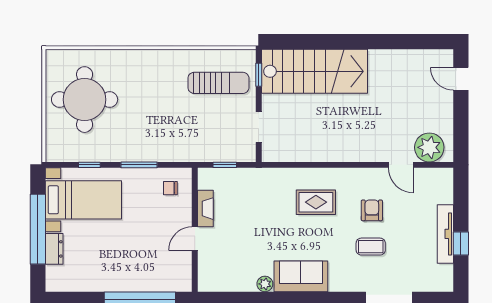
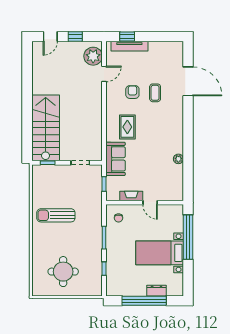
sun lounger: (218, 83) -> (56, 215), moved, turned -90
round table: (85, 100) -> (63, 272), width x0.73, depth x0.73
window: (461, 119) -> (75, 36), added
bed with nightstands: (83, 200) -> (160, 253), moved, turned -90
armchair: (372, 210) -> (132, 92), turned 90
tv unit: (445, 234) -> (129, 46), moved
window: (461, 243) -> (127, 36), moved
sofa: (301, 276) -> (115, 159), moved, turned 180

